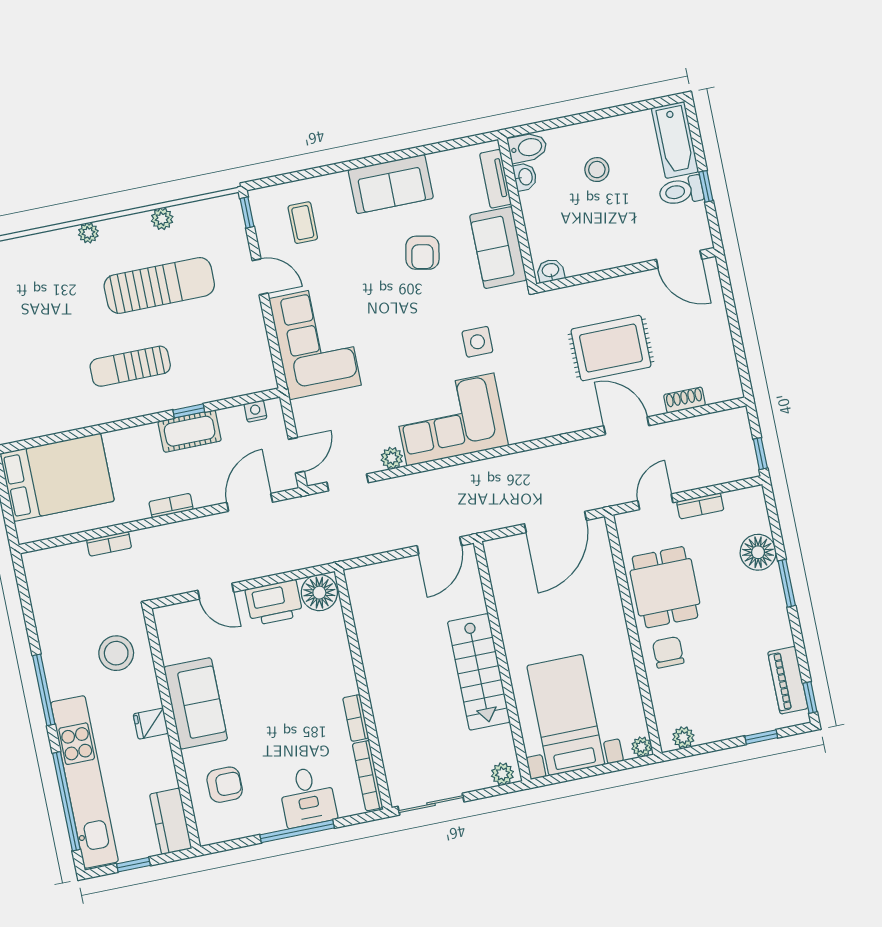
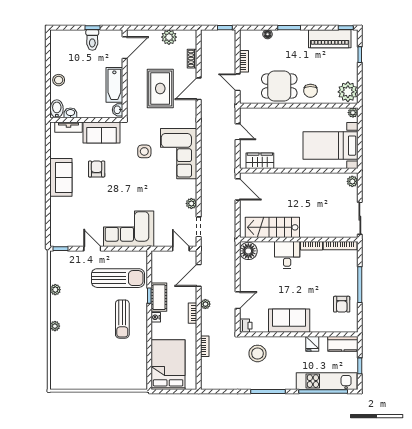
bathtub: (675, 140) -> (114, 85), moved, turned 90
stool: (597, 170) -> (59, 80), moved
coffee table: (303, 223) -> (71, 223), removed
armchair: (422, 253) -> (97, 169), turned -101
door: (260, 277) -> (92, 249), hinge flipped
sun lounger: (159, 285) -> (118, 278), moved, turned 90
plant: (718, 345) -> (169, 37), added
nightstand: (255, 411) -> (156, 317), moved
corner sofa: (450, 420) -> (179, 154), moved
door: (250, 502) -> (199, 275), hinge flipped
door: (555, 522) -> (238, 132), width x0.53
plant: (195, 528) -> (205, 304), added
floor lamp: (758, 552) -> (268, 34), width x0.53, depth x0.53
wardrobe: (506, 579) -> (260, 161), added
printer: (274, 603) -> (246, 326), moved, width x0.53, depth x0.68
chair: (668, 652) -> (310, 91), turned -90
stairs: (479, 672) -> (272, 227), moved, turned 180
piano: (788, 680) -> (330, 39), width x1.37, depth x1.33
fridge: (151, 724) -> (312, 344), moved
plant: (683, 737) -> (348, 92), width x1.88, depth x1.88
kitchen unit: (84, 782) -> (327, 381), width x0.73
armchair: (225, 785) -> (342, 304), moved, turned 180
desk: (308, 797) -> (287, 255), moved, turned -90

